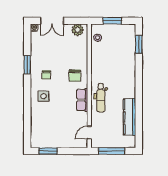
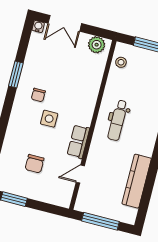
chair: (75, 76) -> (34, 164), moved
side table: (44, 96) -> (49, 119), moved
dental chair: (101, 98) -> (118, 120), moved
door: (89, 133) -> (80, 174), moved

